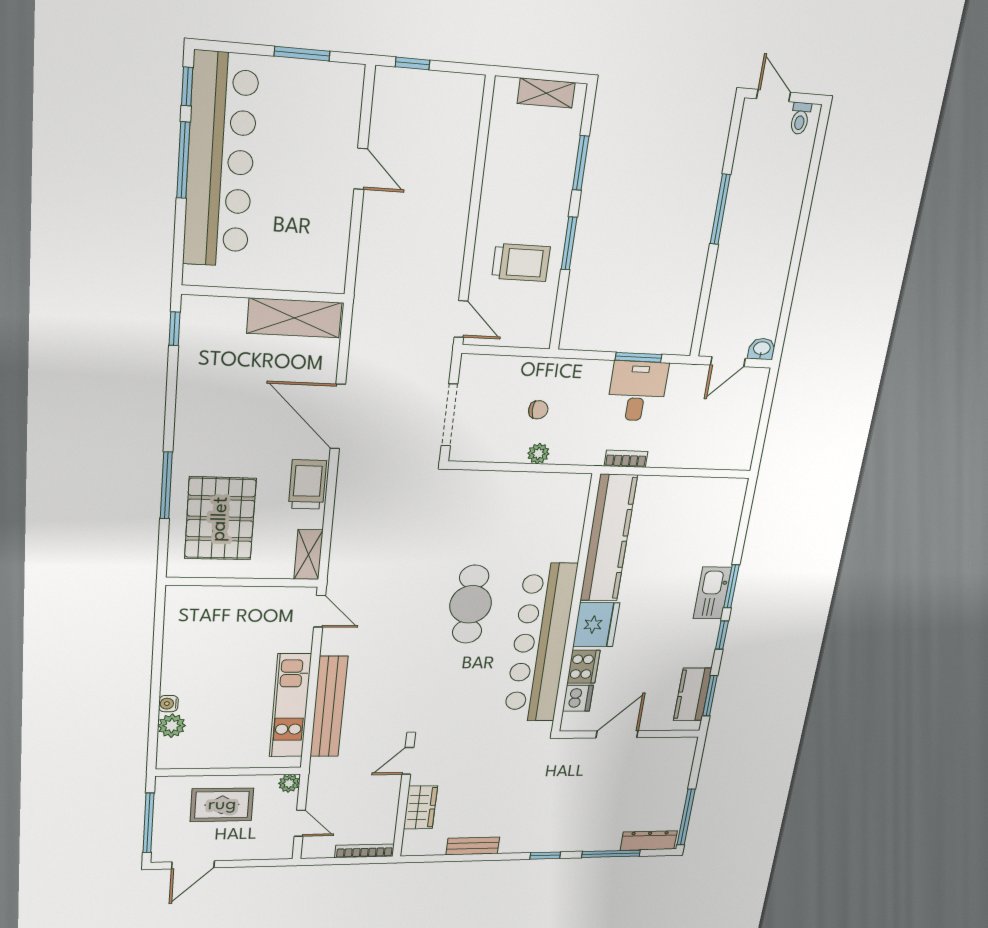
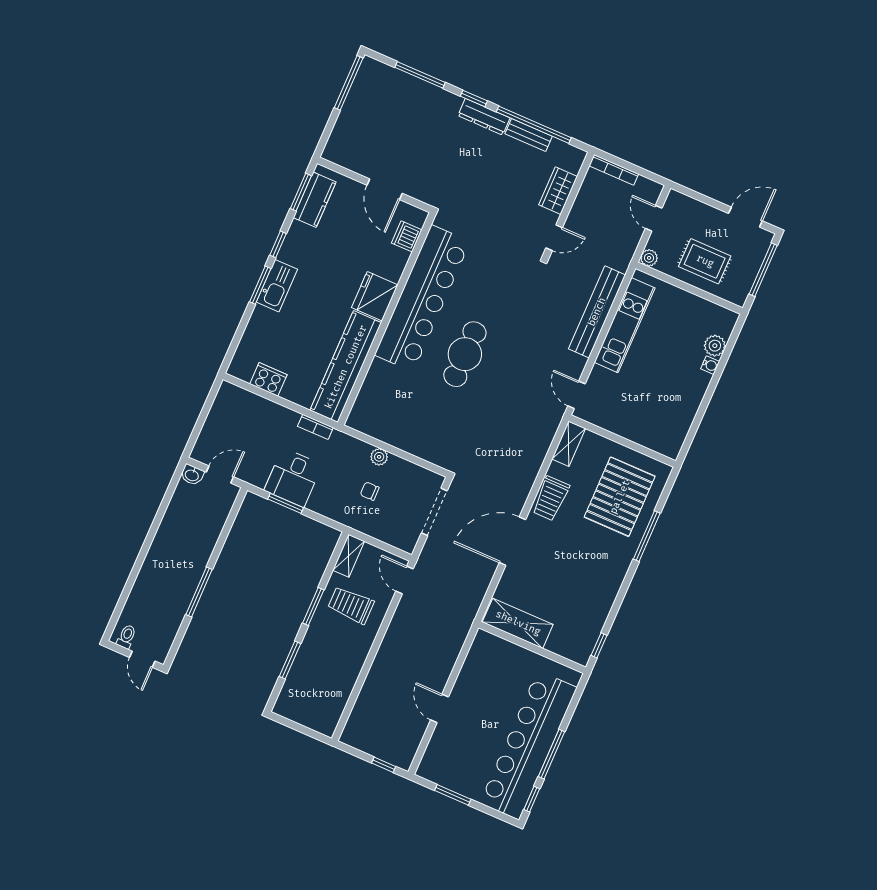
shelving: (546, 93) -> (349, 556), moved, turned 90
door: (338, 416) -> (513, 541), swing flipped
cooker: (583, 667) -> (268, 379), moved, turned 90
door: (617, 734) -> (385, 189), hinge flipped
dresser: (649, 841) -> (484, 117), moved
window: (470, 858) -> (534, 125), added

